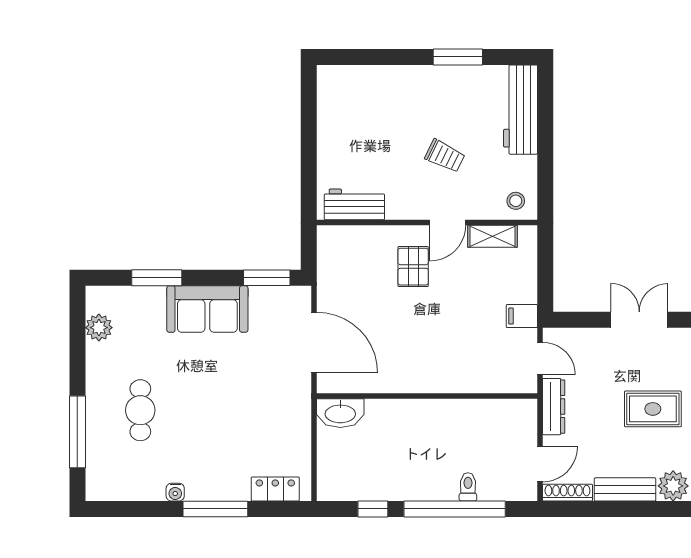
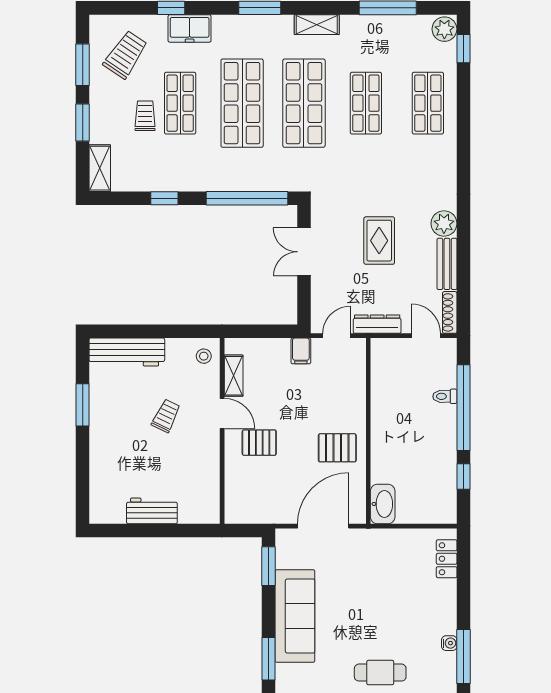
workbench: (354, 204) -> (152, 511), moved, turned 90
sofa: (207, 309) -> (295, 616), width x1.36
pallet: (407, 359) -> (337, 448), added
window: (215, 509) -> (463, 657), moved

